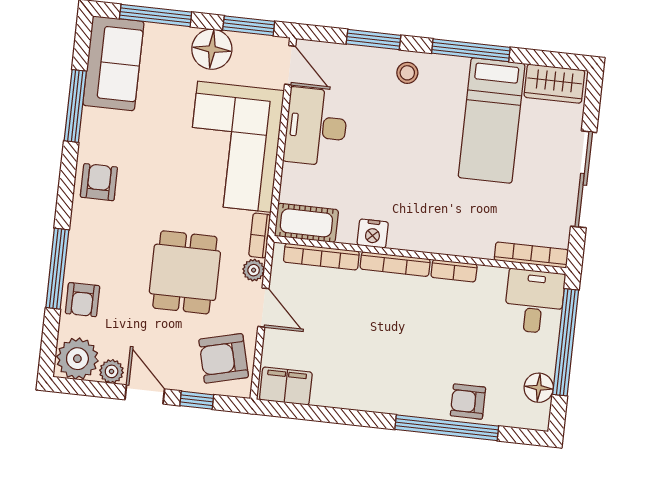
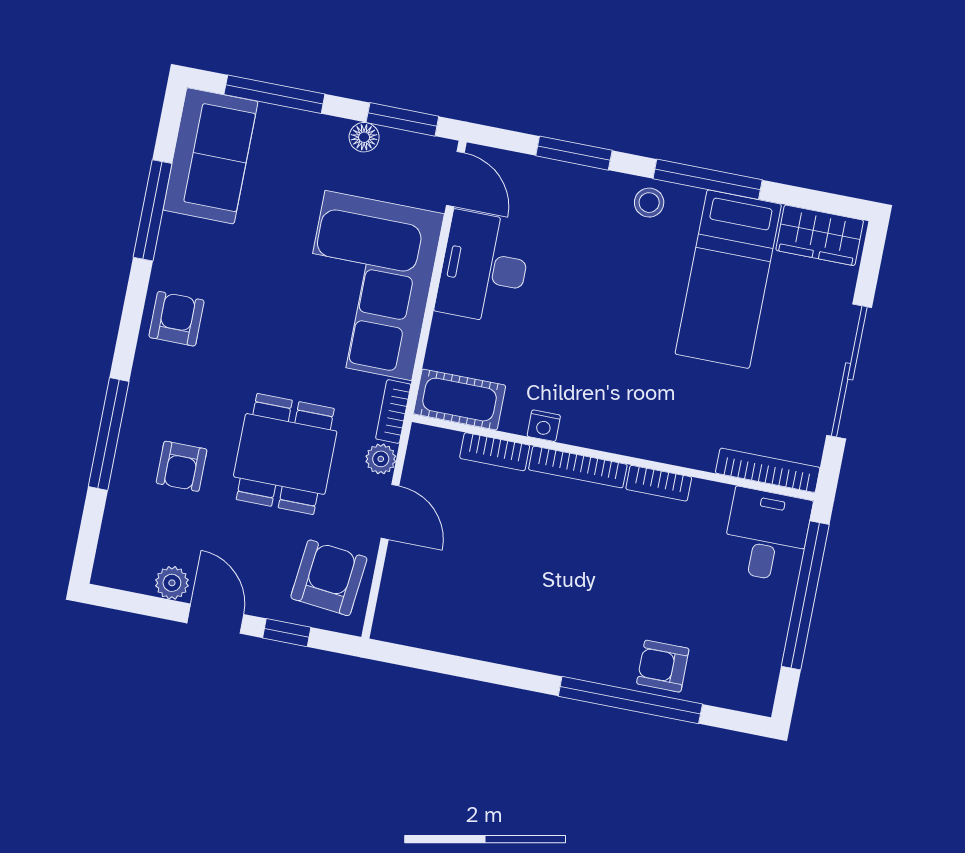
floor lamp: (212, 49) -> (364, 137), width x0.53, depth x0.53
stool: (407, 73) -> (649, 203), moved
nightstand: (373, 234) -> (544, 426), width x0.72, depth x0.74
bookcase: (321, 257) -> (495, 452), width x0.64
armchair: (83, 300) -> (182, 466), moved
armchair: (224, 358) -> (329, 578), turned 110
plant: (77, 359) -> (126, 561), removed
filing cabinet: (286, 386) -> (412, 623), removed
floor lamp: (539, 388) -> (763, 655), removed

